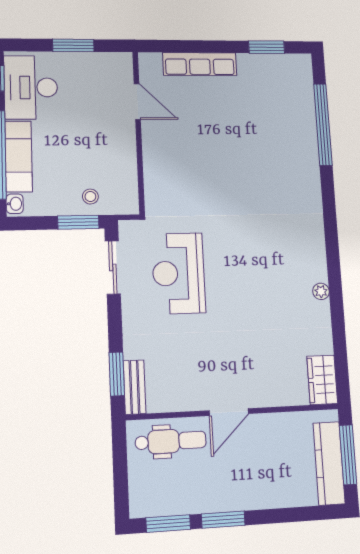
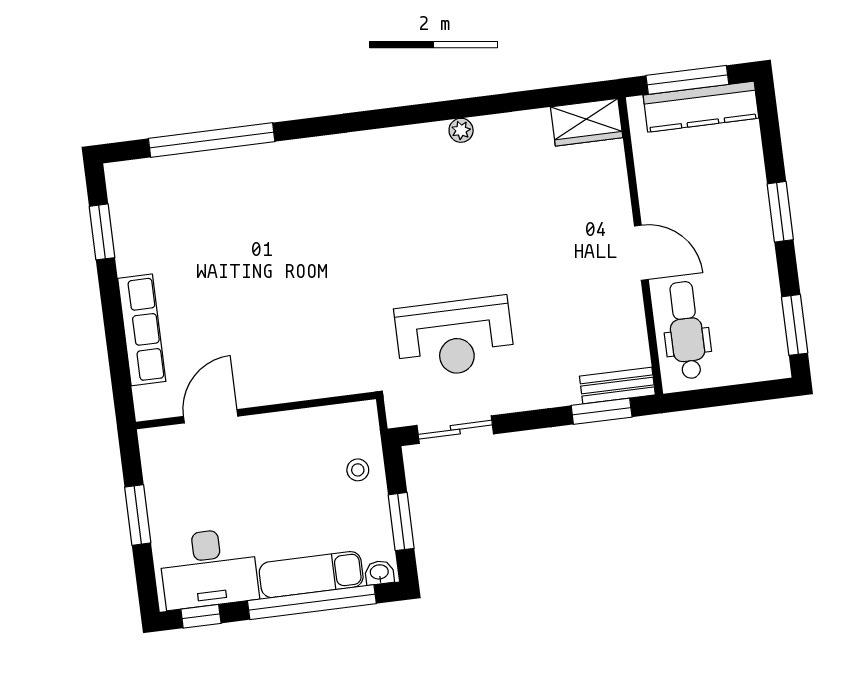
window: (78, 222) -> (401, 522), moved
window: (223, 520) -> (780, 212), moved

